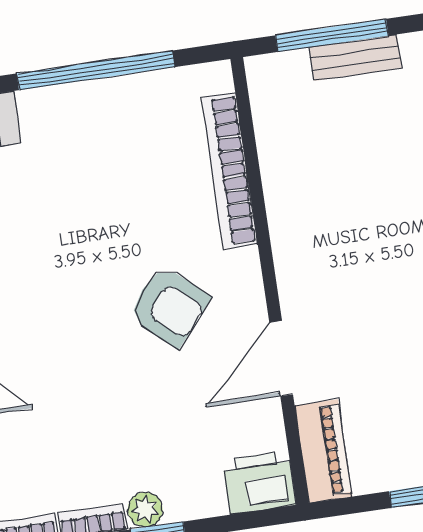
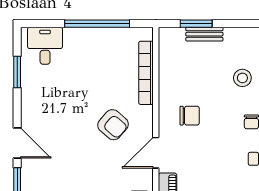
window: (332, 35) -> (196, 24), width x0.69
chair: (349, 258) -> (190, 116), added

